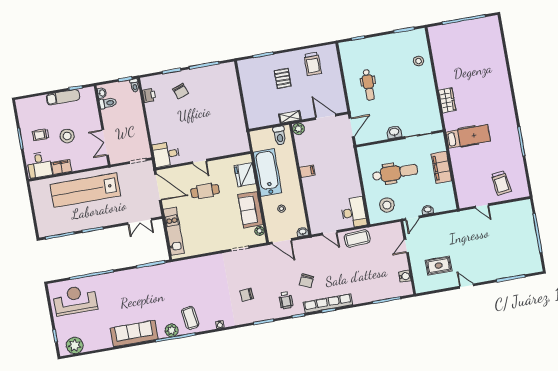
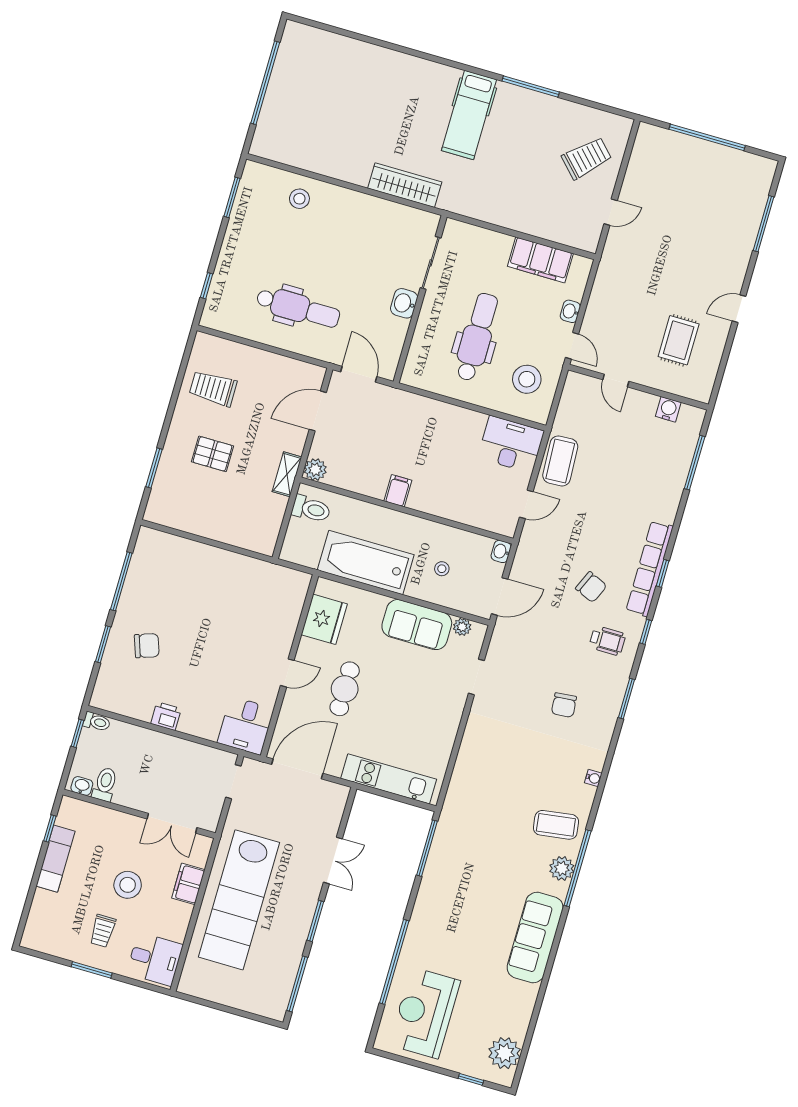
trolley: (313, 64) -> (213, 388), turned 180
dental chair: (368, 85) -> (298, 308), width x1.36, depth x1.38
printer: (149, 95) -> (166, 716), moved
wardrobe: (447, 100) -> (405, 185), width x1.50
hospital bed: (468, 136) -> (469, 115), moved, turned 180
filing cabinet: (61, 167) -> (188, 884), moved
filing cabinet: (441, 167) -> (540, 260), moved
fridge: (245, 175) -> (324, 619), moved, turned -90
trolley: (501, 183) -> (587, 158), turned -36
double door: (140, 221) -> (333, 861), moved

